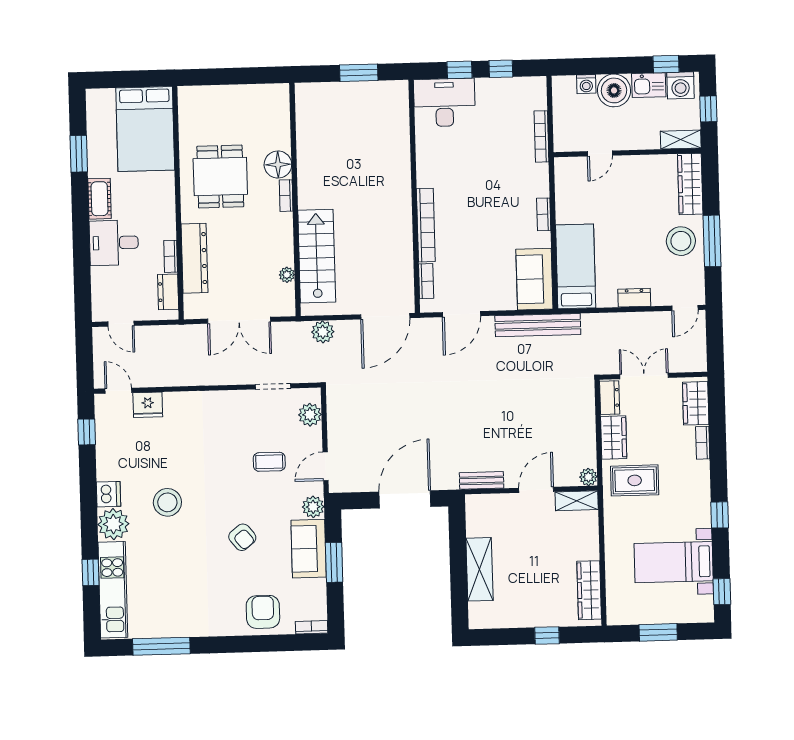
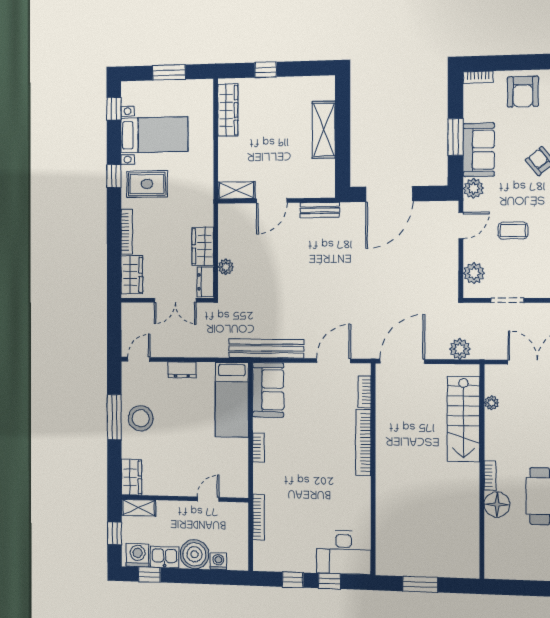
wardrobe: (690, 184) -> (131, 477), width x0.67
bookcase: (703, 443) -> (127, 232), width x1.56
plant: (588, 477) -> (226, 267), moved
rug: (635, 480) -> (147, 184), moved

